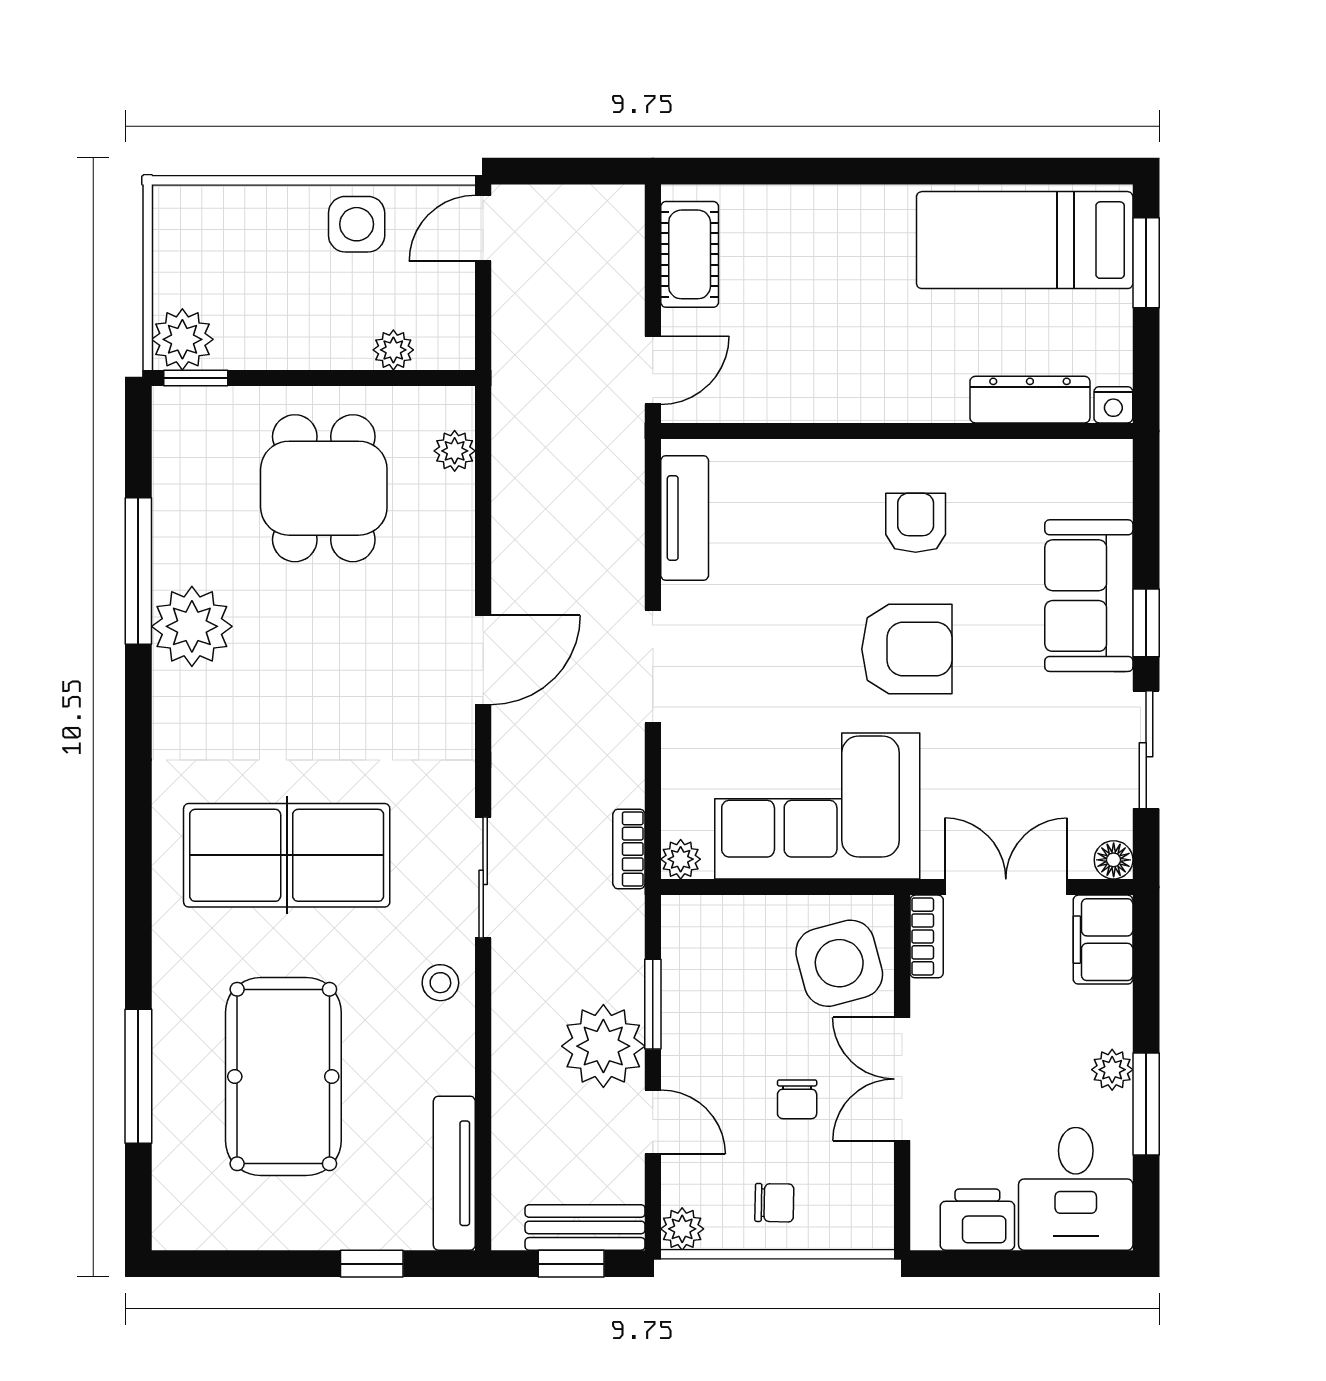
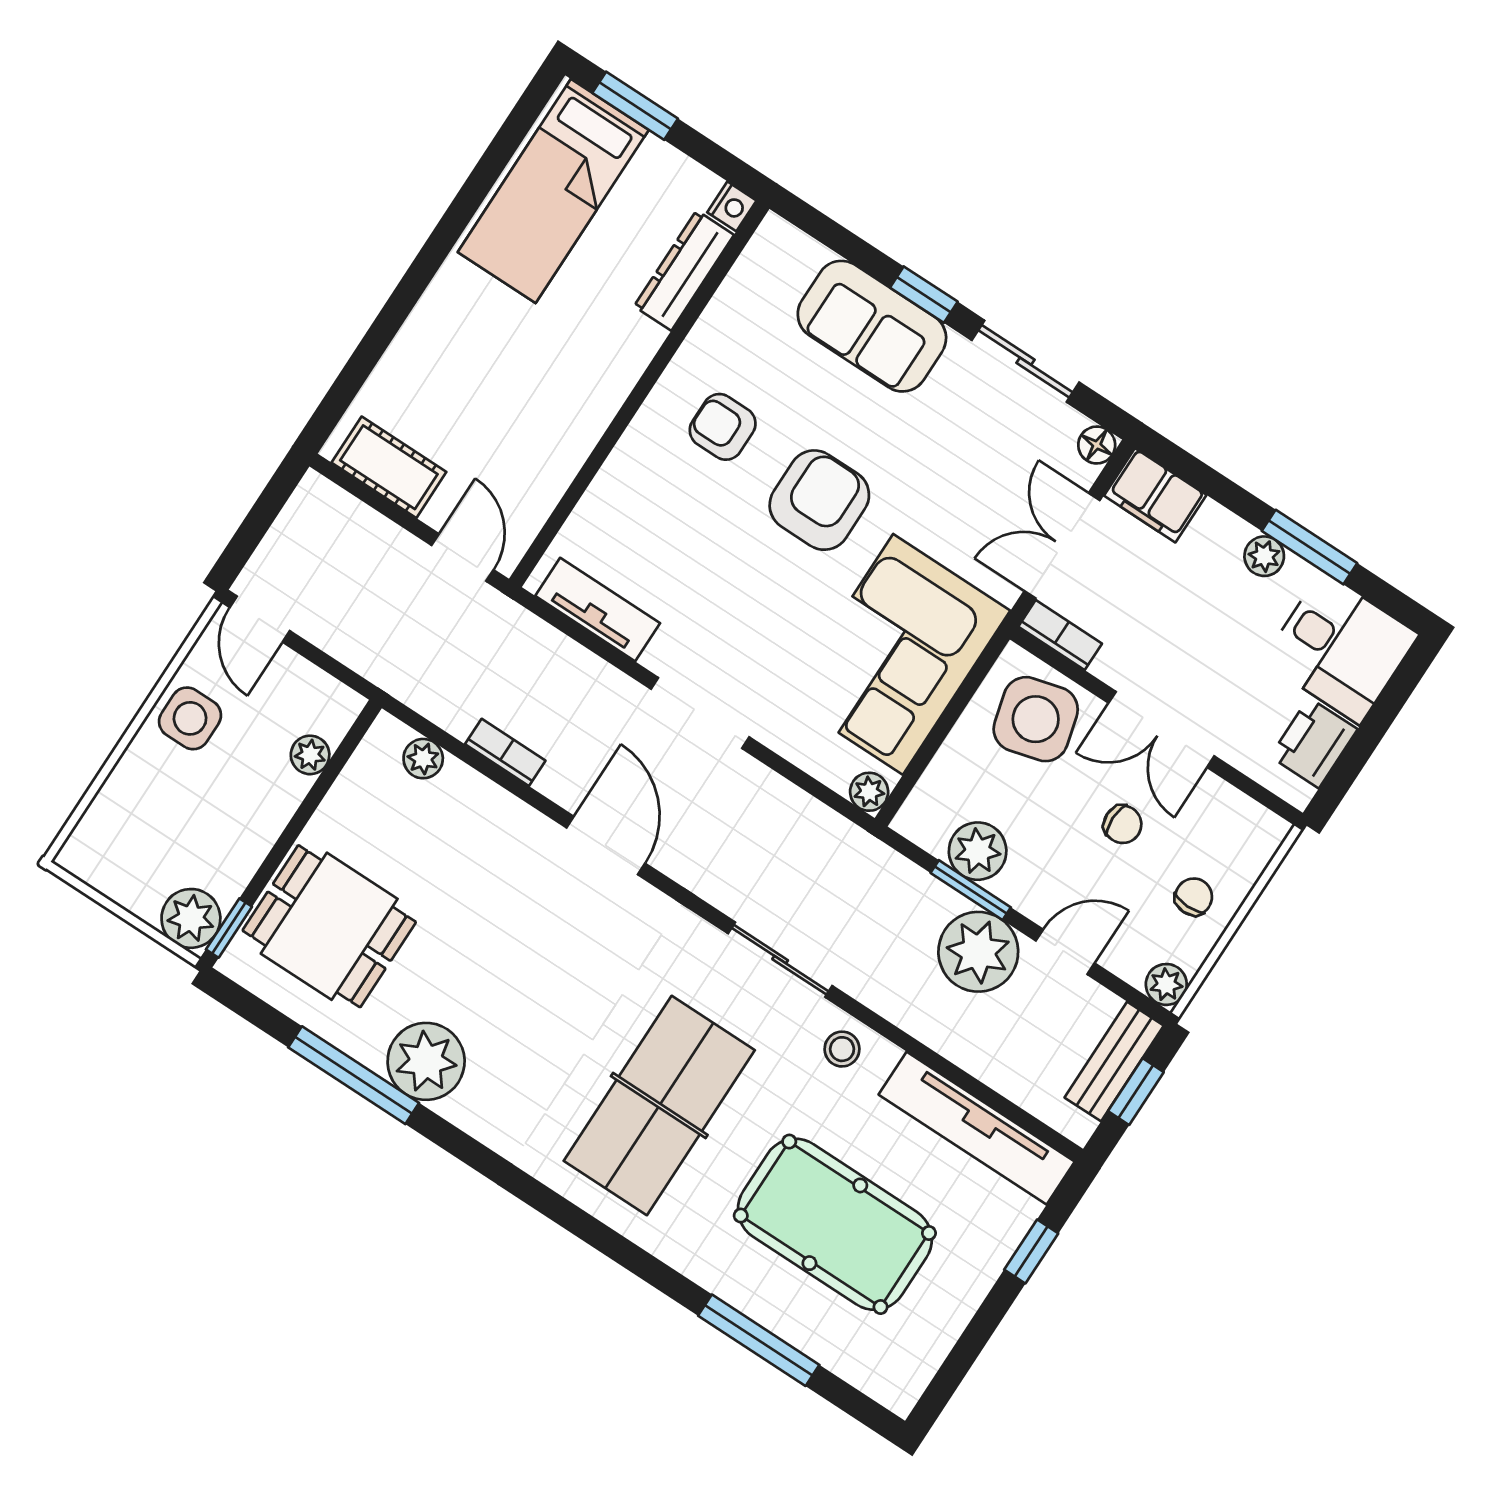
dining table: (324, 488) -> (329, 926), moved
bookcase: (629, 849) -> (505, 752), moved, turned 180
plant: (691, 988) -> (978, 851), added
tv unit: (454, 1173) -> (977, 1128), width x1.36, depth x1.29

